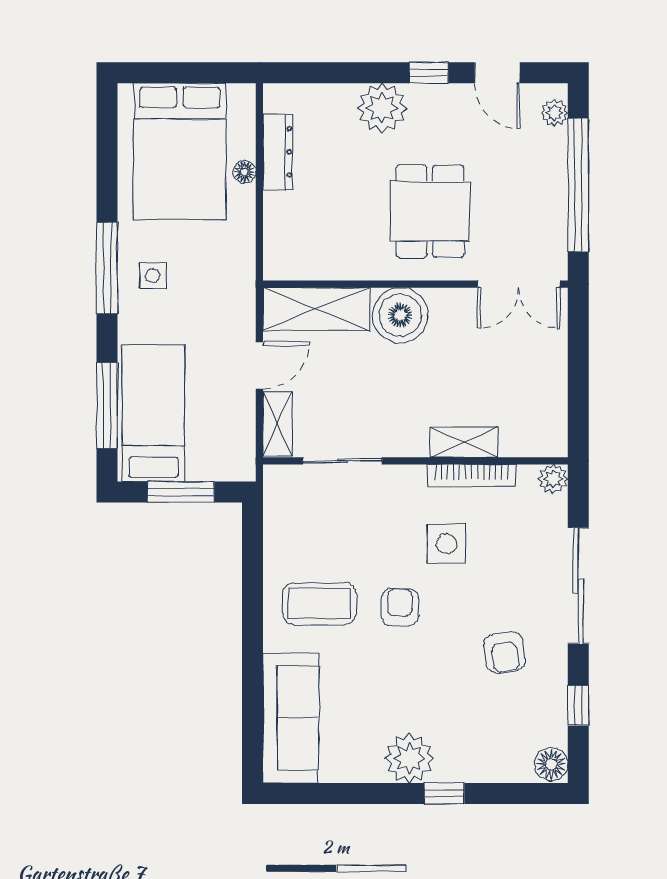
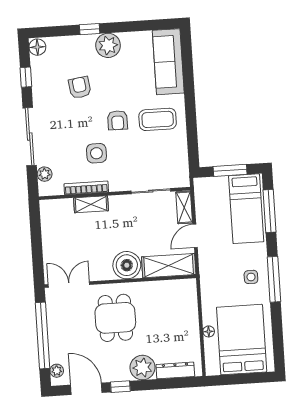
door: (497, 73) -> (86, 389), width x1.38
dresser: (278, 152) -> (175, 370), moved, turned 90
plant: (553, 479) -> (45, 174), moved
armchair: (505, 652) -> (80, 88), moved

